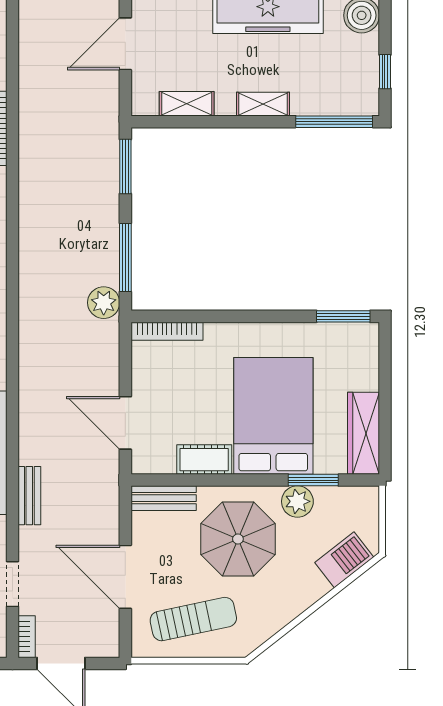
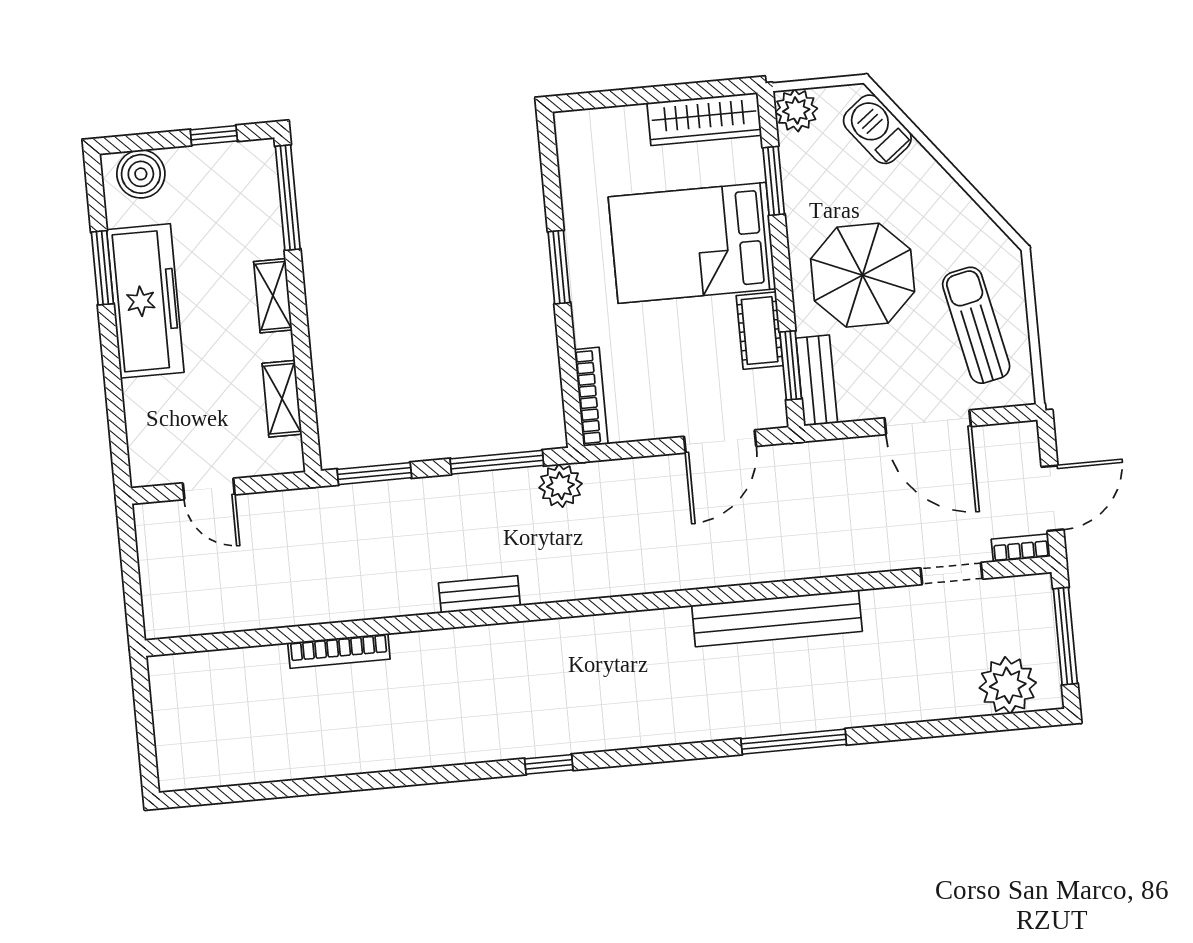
door: (125, 44) -> (209, 489), width x0.73
window: (343, 316) -> (559, 267), moved
window: (176, 480) -> (791, 365), added
bench: (29, 496) -> (479, 594), moved
plant: (297, 501) -> (796, 110), moved
door: (125, 577) -> (928, 422), hinge flipped

